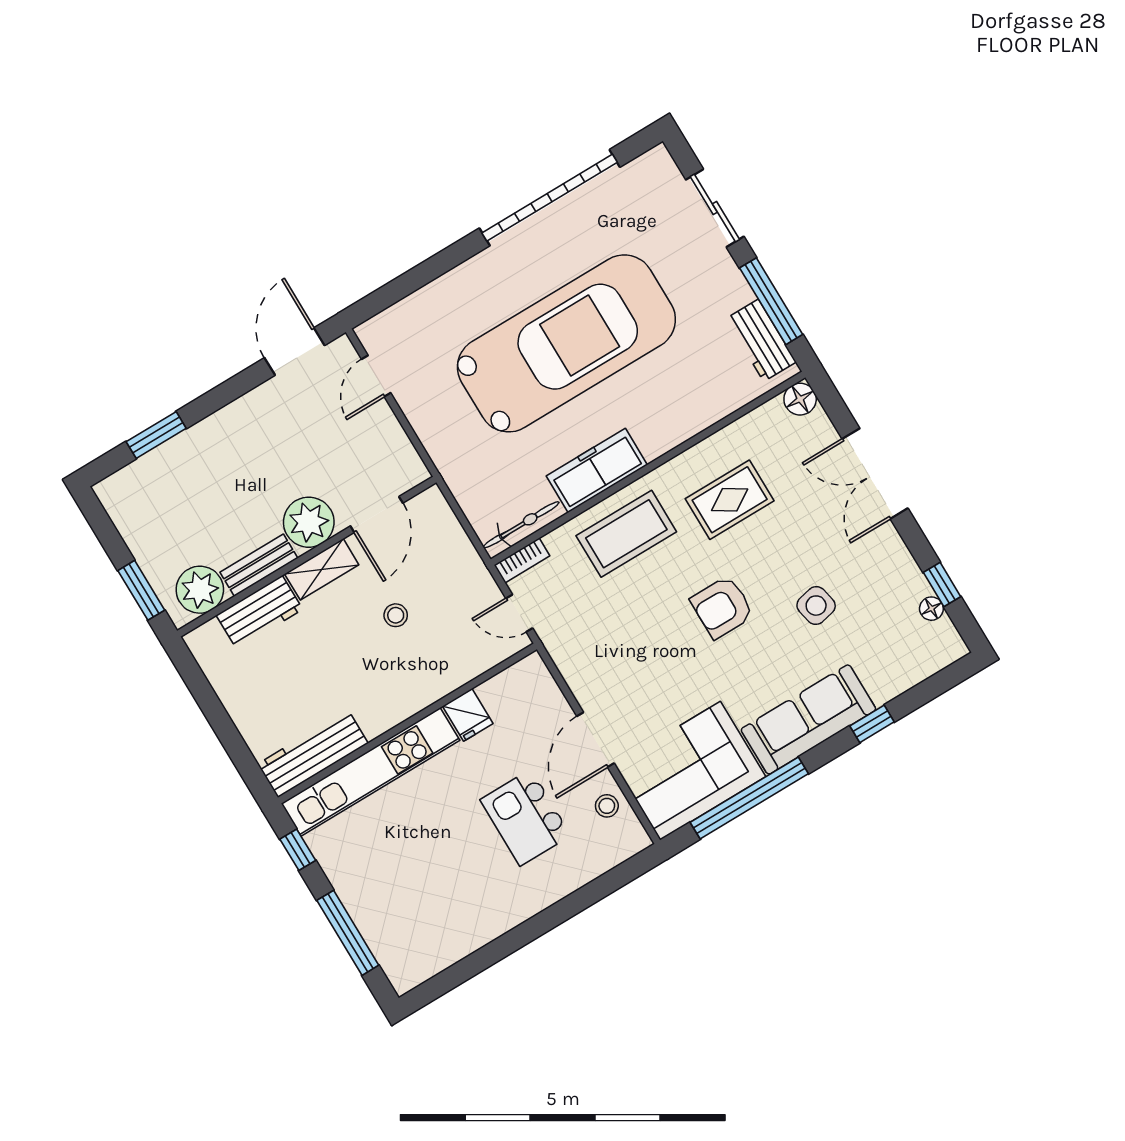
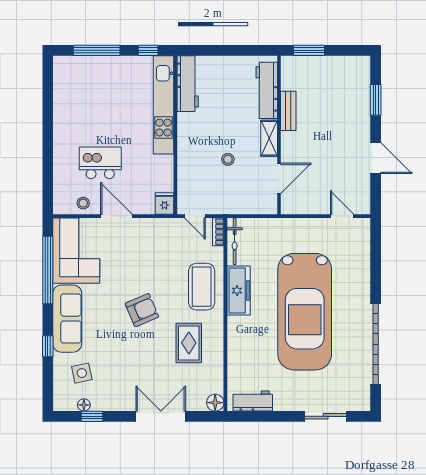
window: (771, 301) -> (268, 416), removed
door: (295, 352) -> (376, 158), moved
door: (377, 515) -> (279, 178), swing flipped
plant: (309, 522) -> (294, 145), removed
plant: (200, 590) -> (293, 77), removed
side table: (816, 606) -> (82, 373), moved
armchair: (722, 607) -> (142, 310), turned 67
workbench: (259, 612) -> (267, 90), width x1.38
door: (519, 613) -> (195, 216), swing flipped
fridge: (468, 715) -> (165, 203), moved, turned 90

